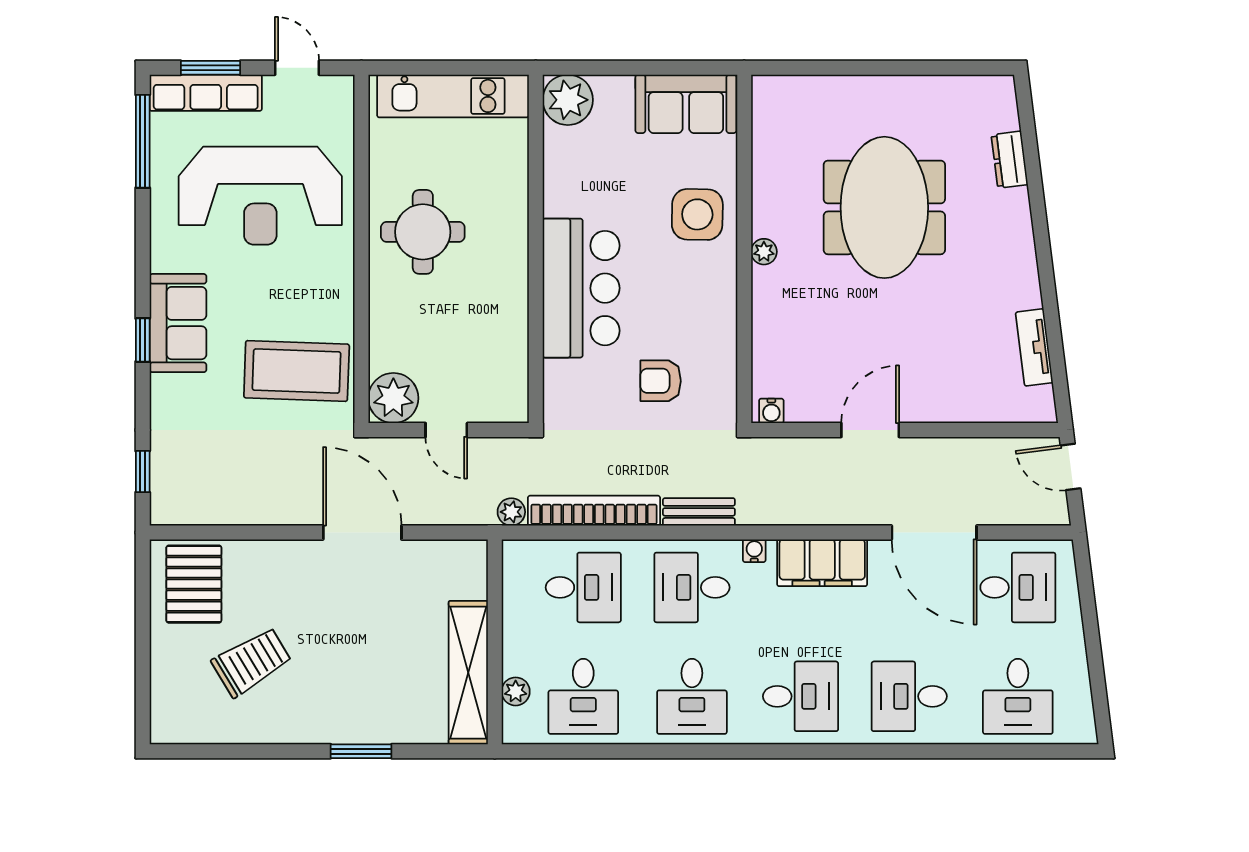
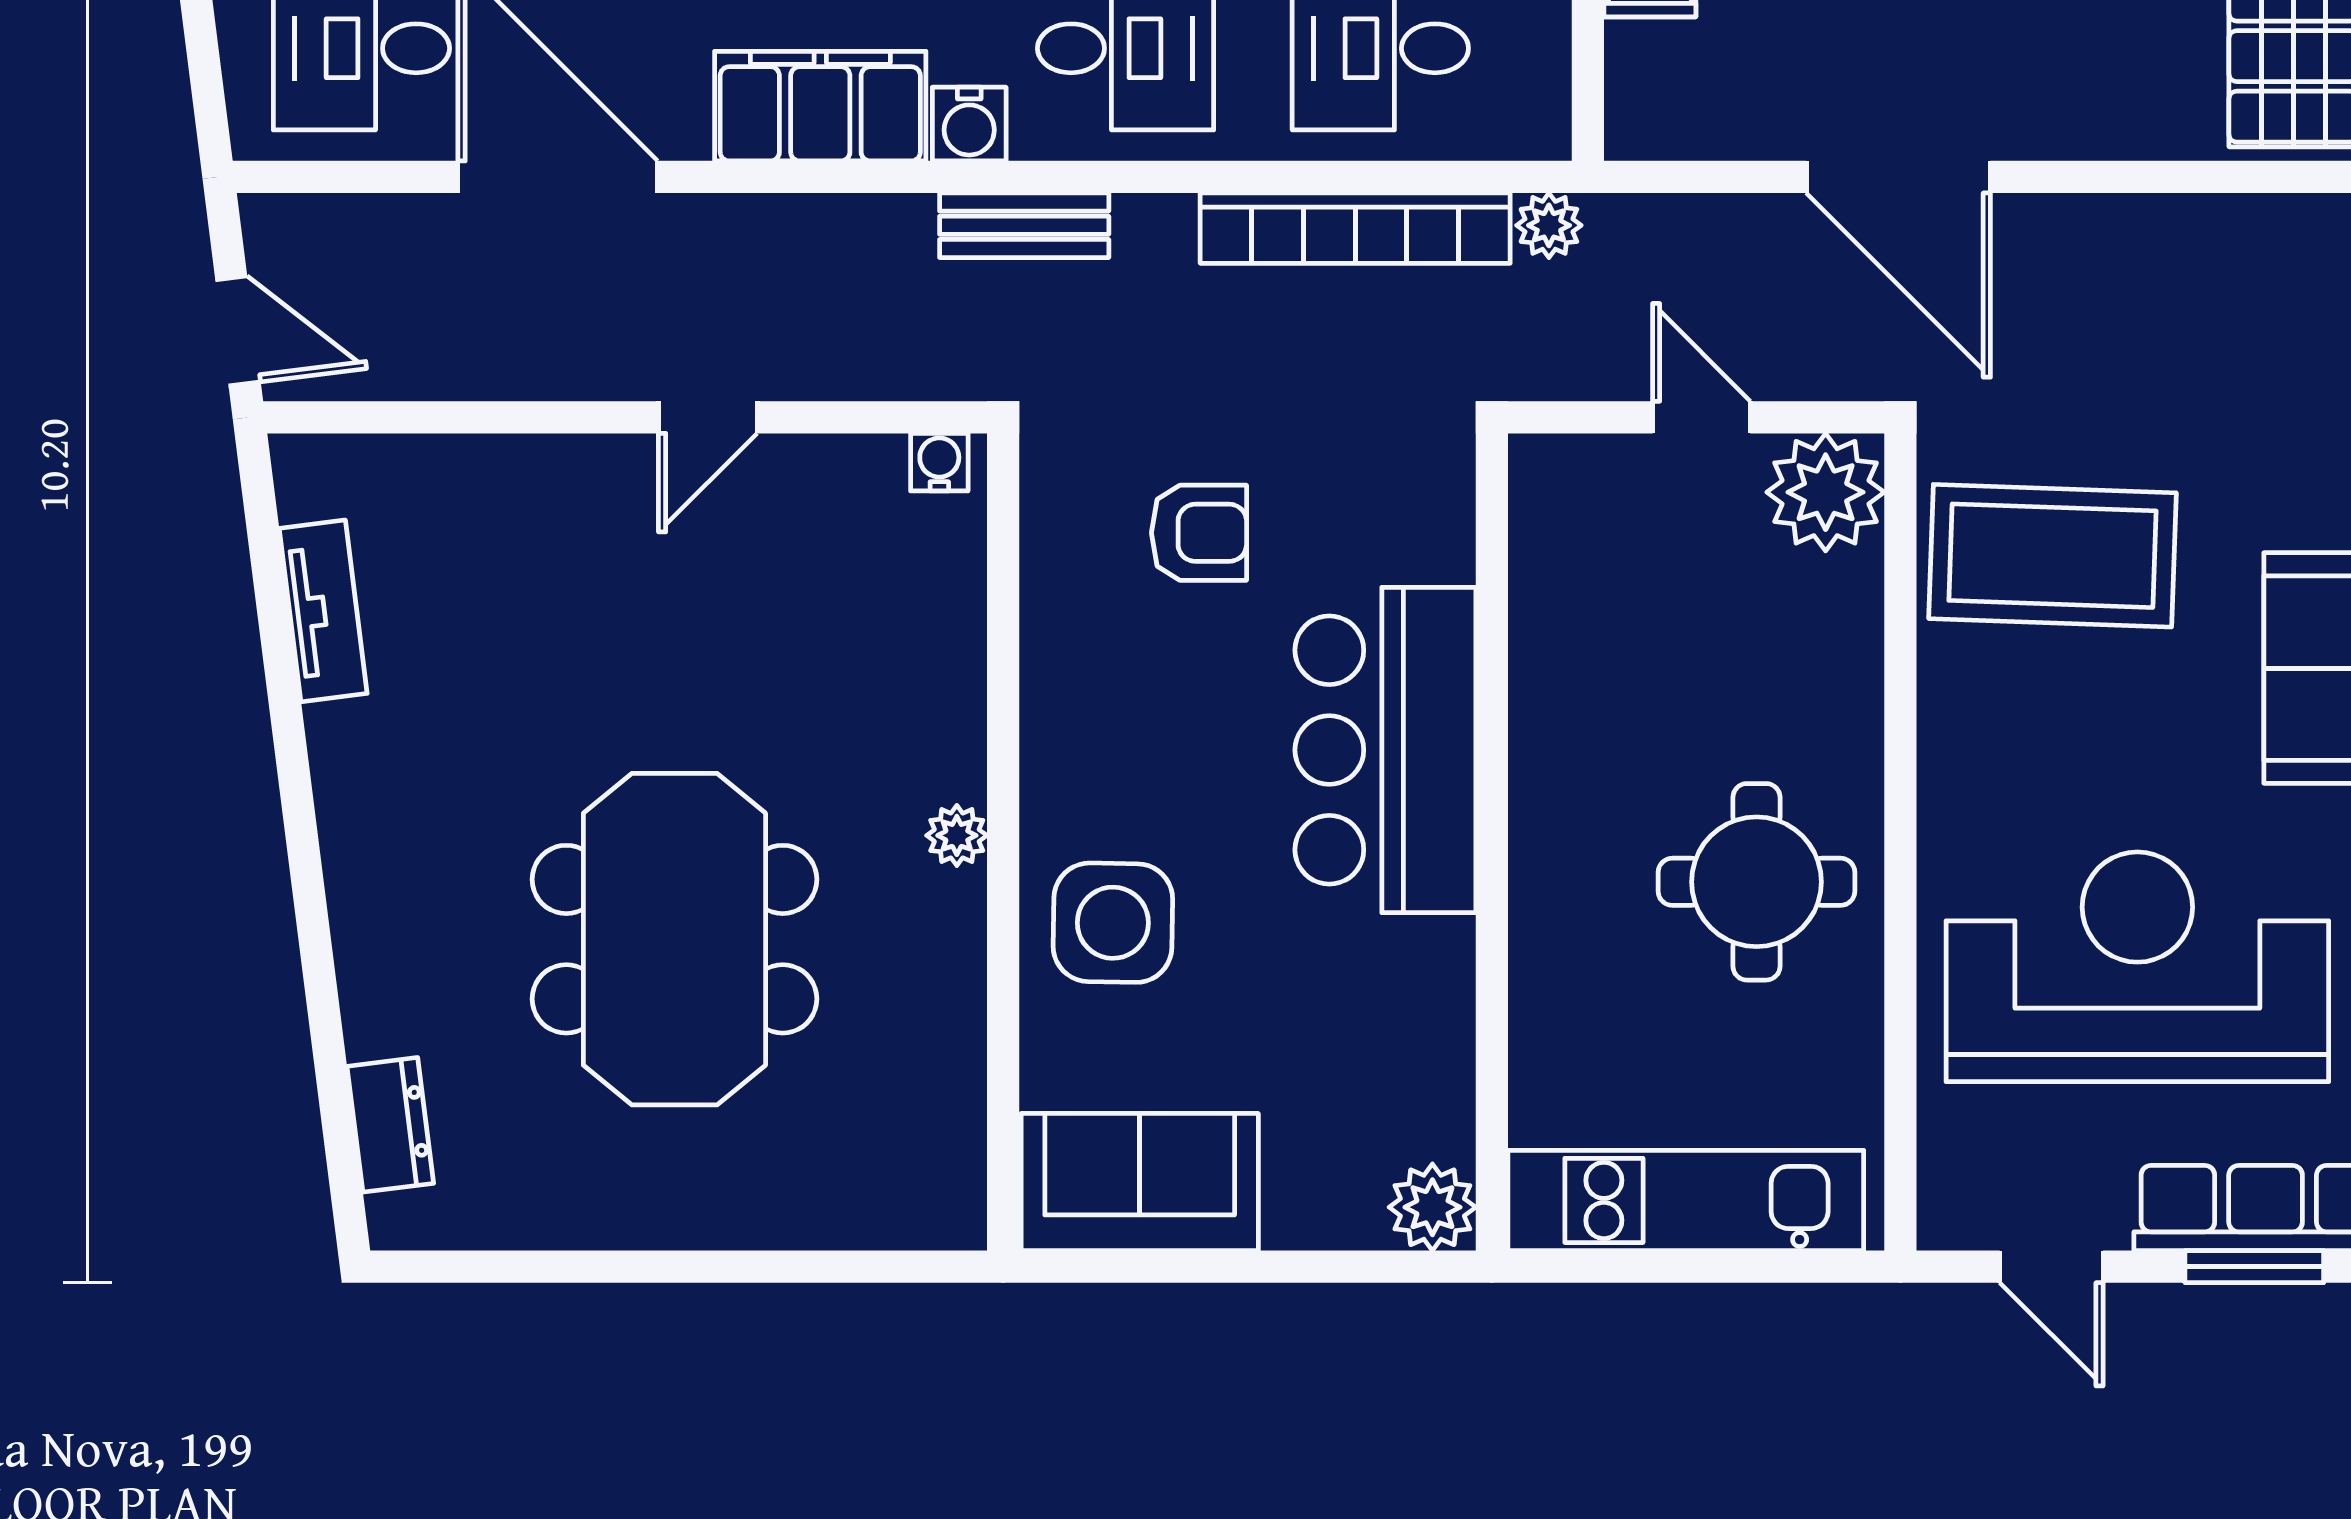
plant: (568, 100) -> (1432, 1207), width x0.73, depth x0.73
dresser: (1009, 160) -> (390, 1125), moved
door: (870, 430) -> (708, 417), width x0.73
bench: (699, 512) -> (1024, 225), moved
water cooler: (754, 551) -> (969, 124), width x1.38, depth x1.38

